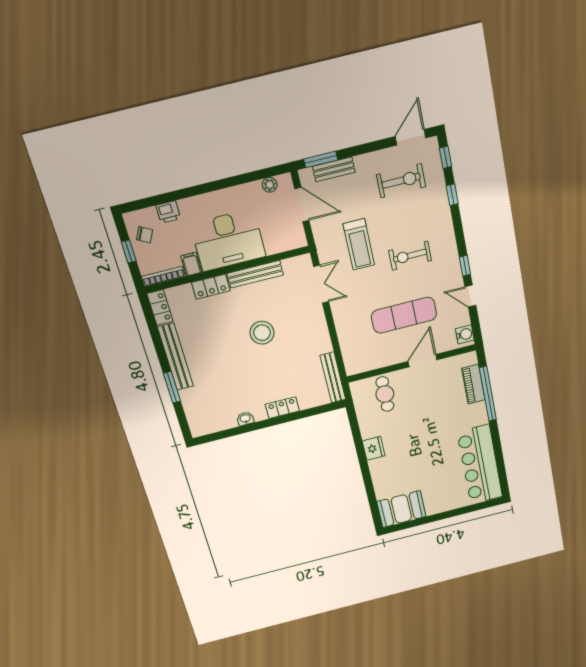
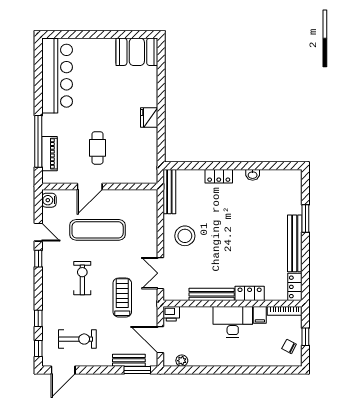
exercise bike: (401, 181) -> (77, 339), turned 180
printer: (168, 212) -> (171, 314), moved, turned 180
desk: (228, 240) -> (233, 322), width x0.73, depth x0.77
exercise bike: (410, 256) -> (82, 278), turned -90
stool: (262, 333) -> (185, 236), moved
cafe table: (385, 394) -> (97, 148), moved

